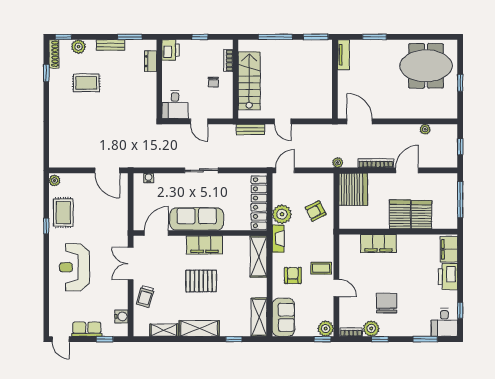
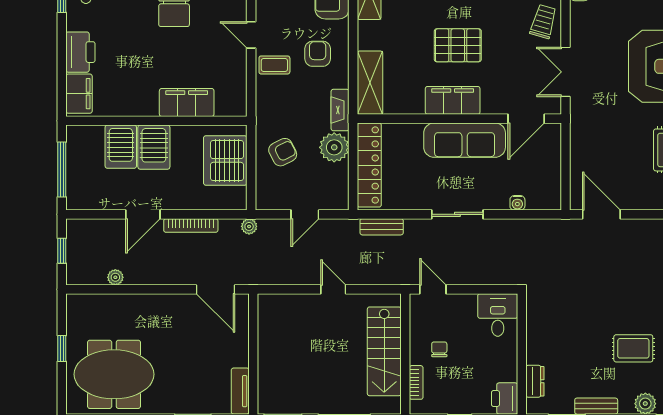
door: (199, 121) -> (433, 289), moved
bench: (251, 129) -> (382, 227), moved
door: (285, 170) -> (305, 214), moved
water cooler: (149, 178) -> (517, 203), moved
server rack: (353, 189) -> (225, 160), moved
double door: (131, 264) -> (565, 72), swing flipped
armchair: (293, 275) -> (318, 54), turned 180

